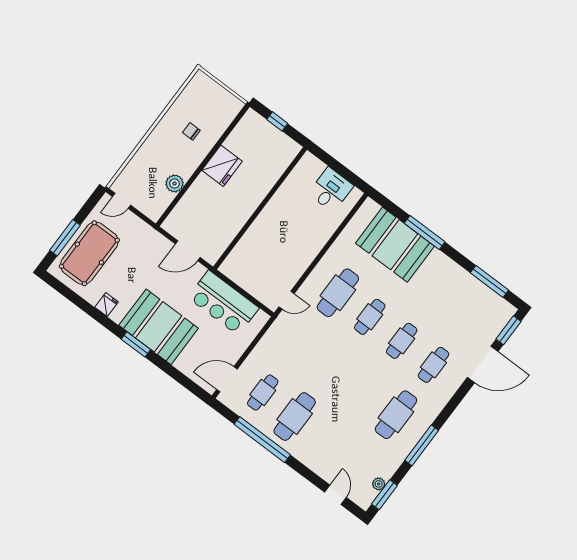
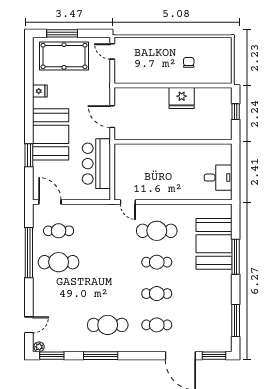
plant: (175, 183) -> (148, 77), removed
window: (136, 344) -> (29, 155), moved
plant: (379, 484) -> (39, 347), moved

